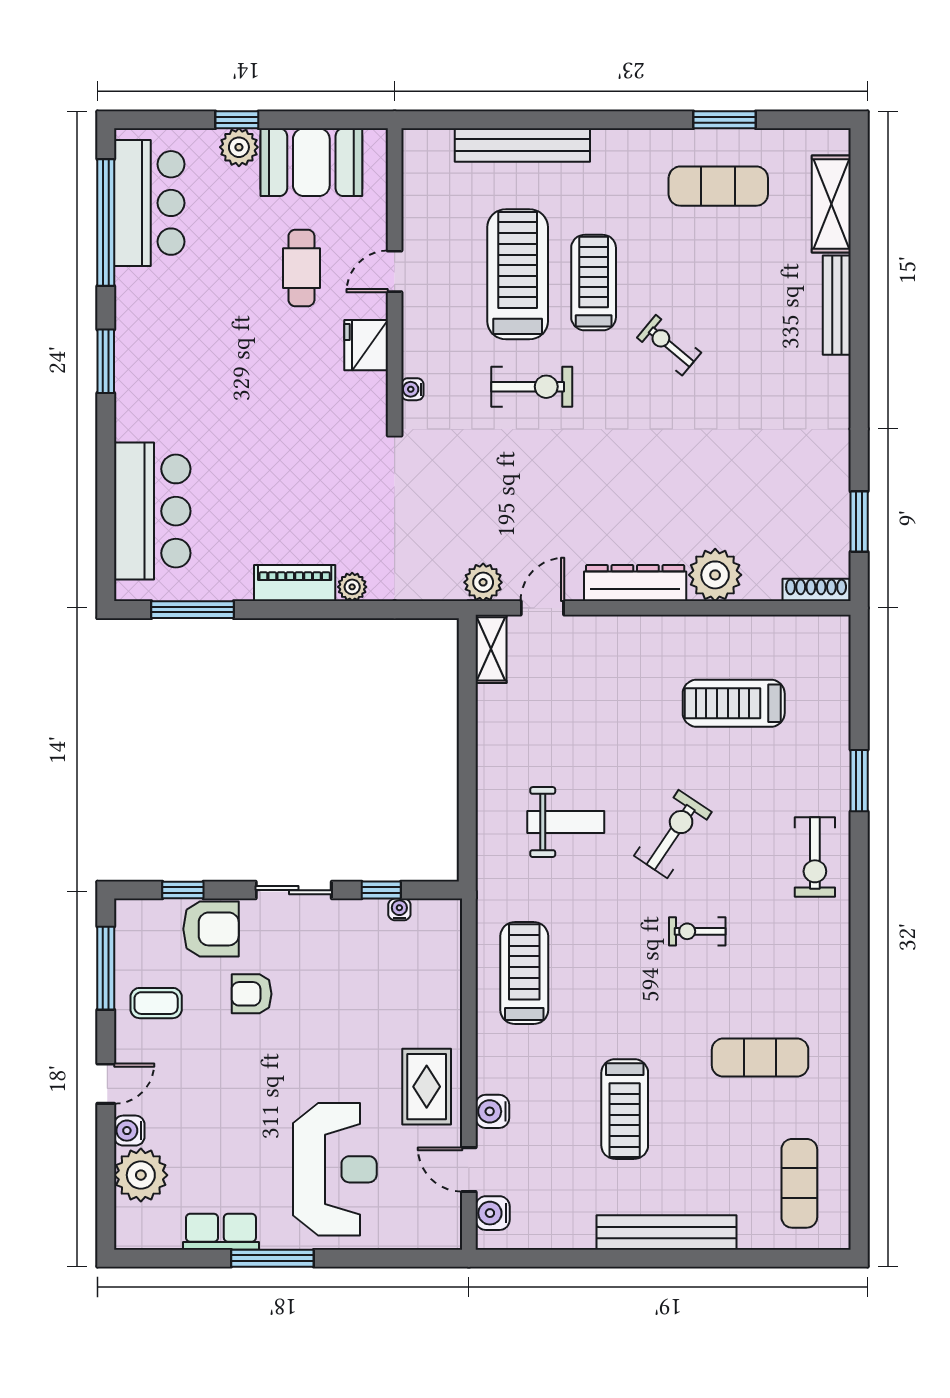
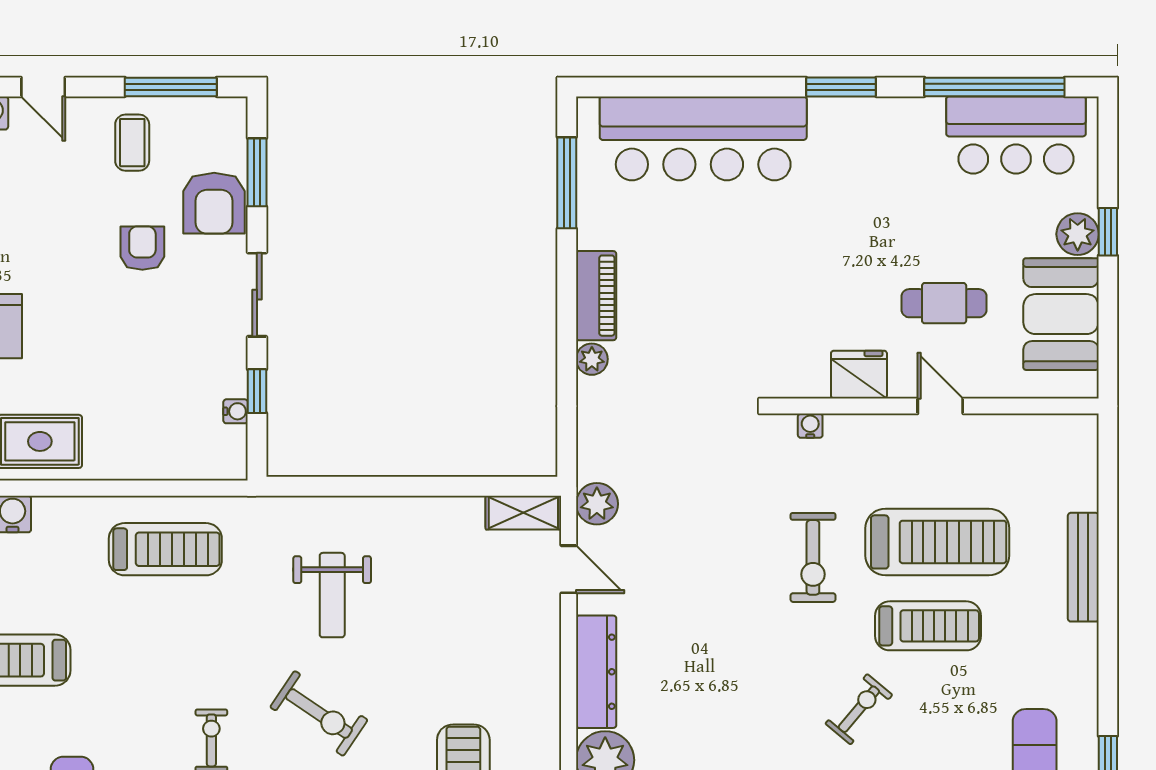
bench: (522, 145) -> (1083, 567), width x0.73, depth x0.82
bar counter: (152, 511) -> (703, 138), width x1.36
window: (183, 890) -> (257, 172), width x1.50

